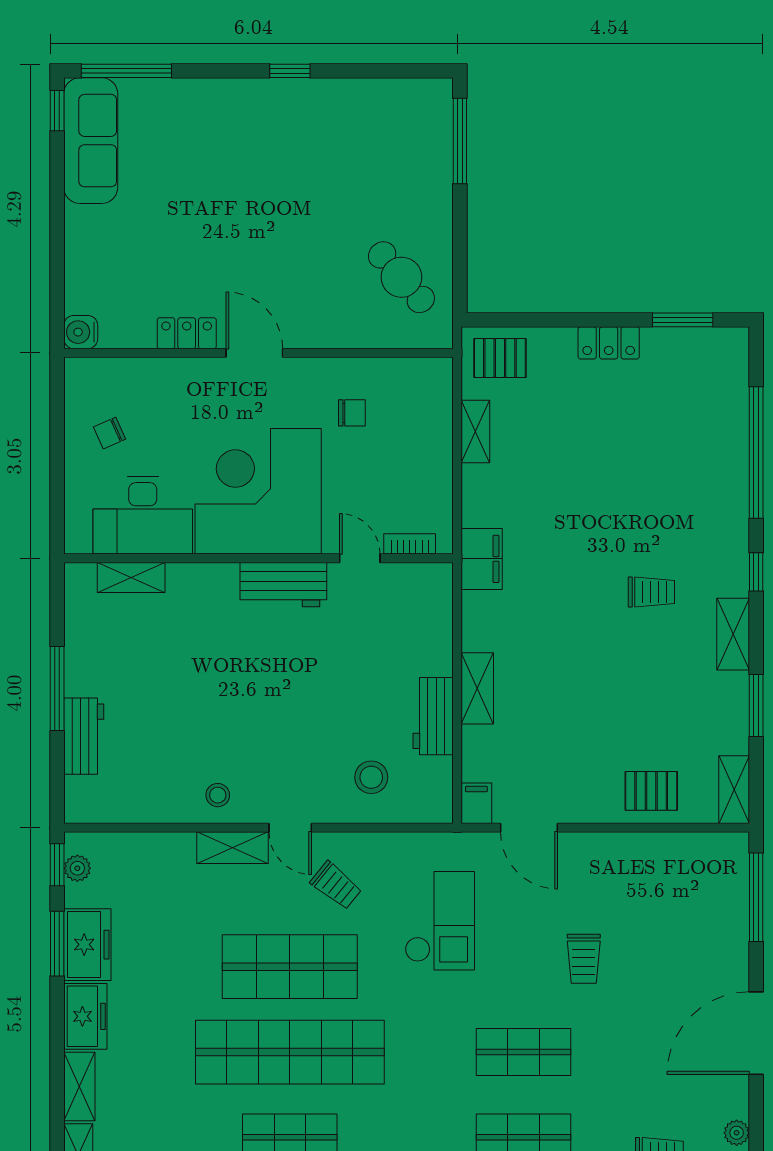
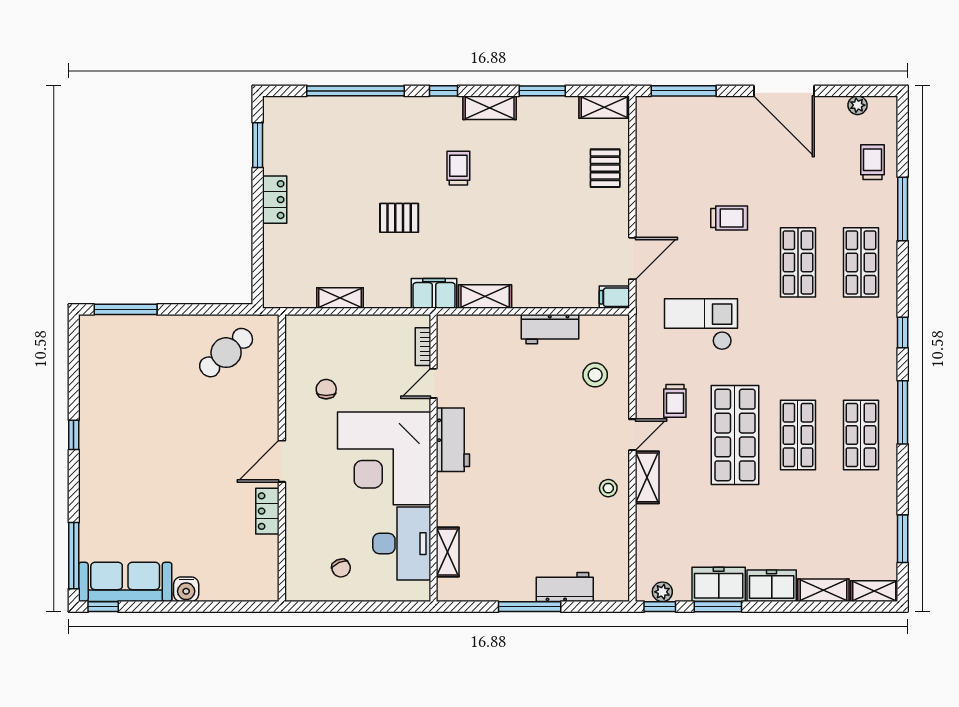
water cooler: (81, 332) -> (186, 589), moved
pallet: (500, 358) -> (399, 218), moved, turned 90
shelving: (477, 688) -> (485, 297), moved
trolley: (336, 885) -> (675, 401), turned 141
shop shelf: (290, 1052) -> (798, 435), width x0.50, depth x0.74

